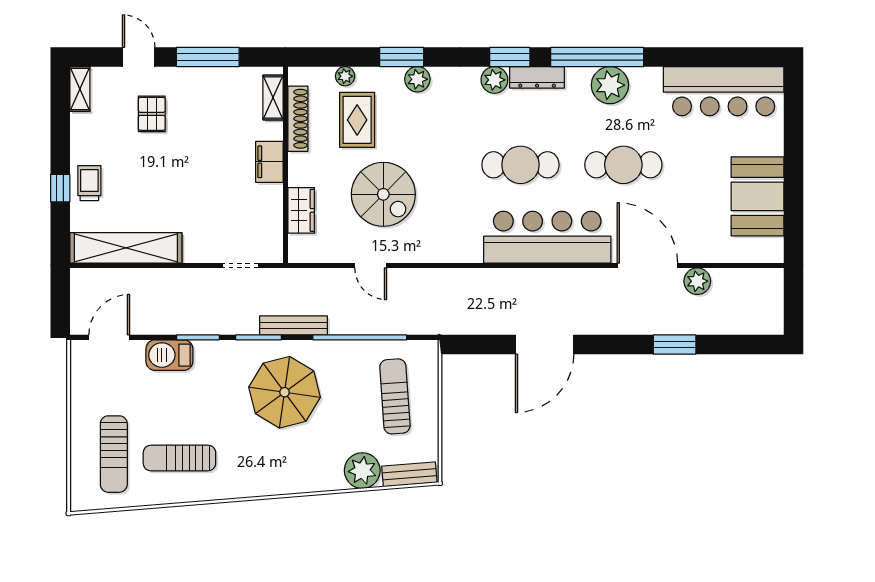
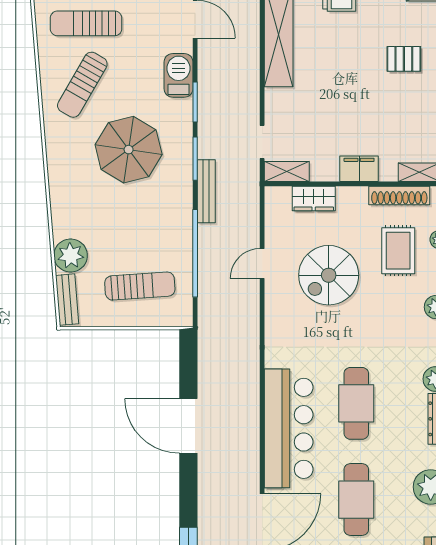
rug: (357, 120) -> (398, 251), turned 90
shelving: (272, 239) -> (287, 172), added
parasol: (285, 392) -> (129, 150), moved
sun lounger: (179, 458) -> (82, 85), turned -150

